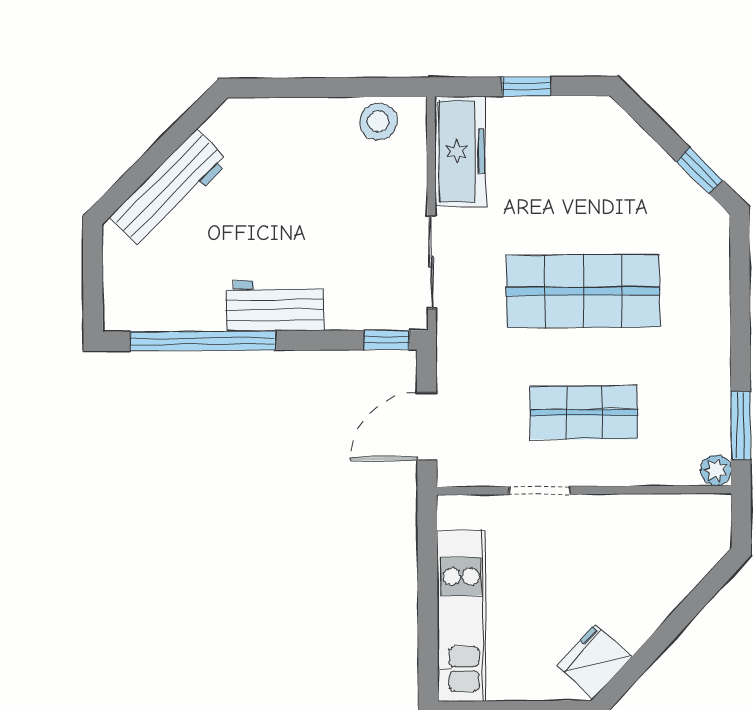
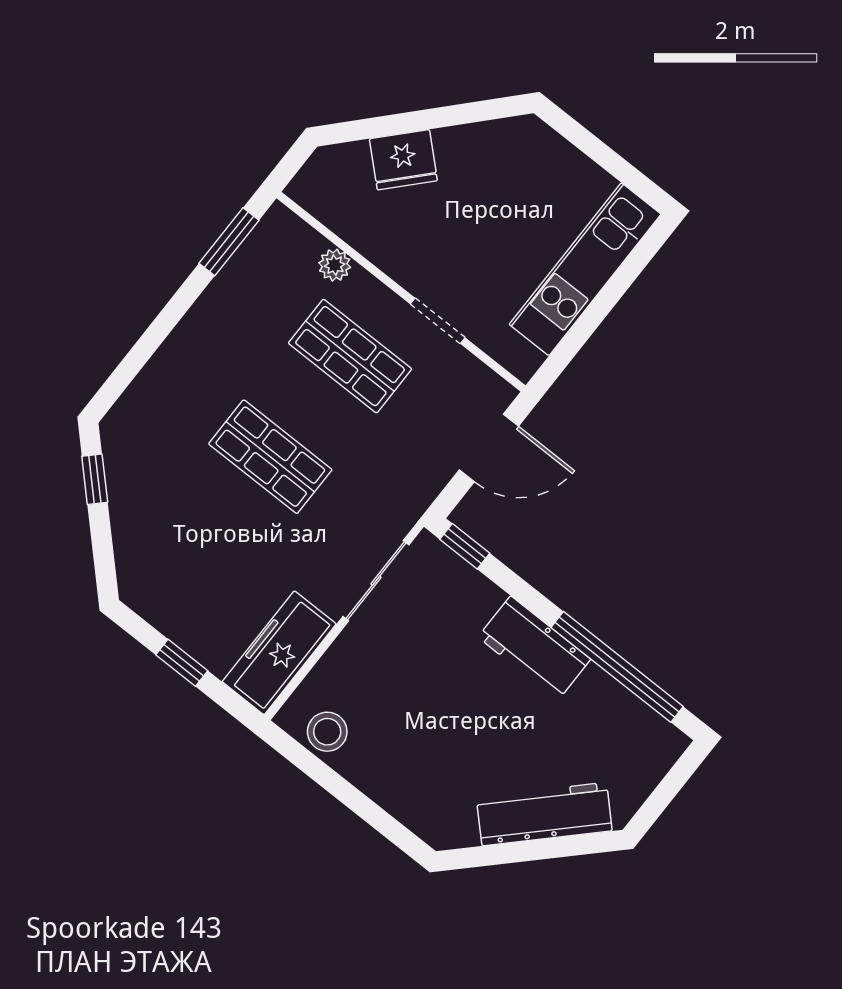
shop shelf: (583, 291) -> (270, 457), width x0.70, depth x0.74
plant: (716, 470) -> (335, 265), moved
fridge: (594, 661) -> (403, 160), moved

